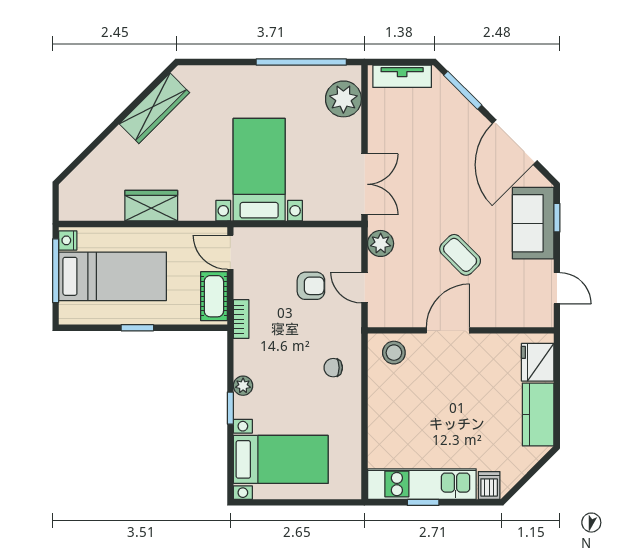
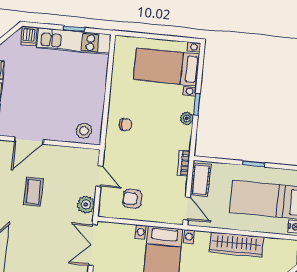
wardrobe: (151, 206) -> (237, 245), width x1.50
coffee table: (460, 255) -> (33, 192), turned 45
armchair: (311, 286) -> (132, 199), moved
door: (448, 330) -> (29, 140), moved

